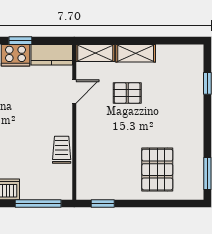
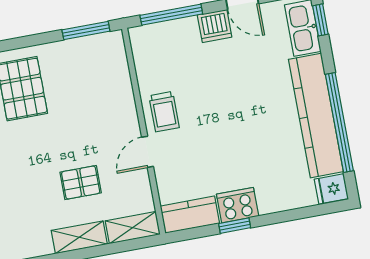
door: (74, 91) -> (147, 152), moved
trolley: (62, 150) -> (164, 112), moved
window: (103, 203) -> (86, 30), width x1.50

